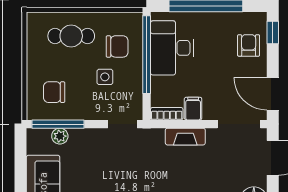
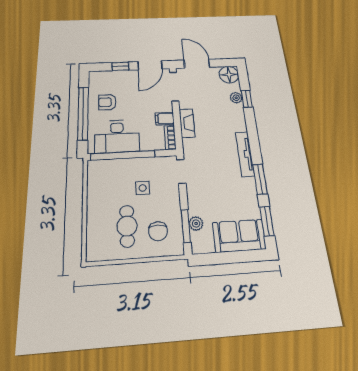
window: (273, 33) -> (120, 66), moved
cafe table: (71, 36) -> (127, 226), moved
armchair: (249, 45) -> (107, 102), moved
chair: (117, 46) -> (116, 179), removed
window: (58, 124) -> (186, 226), width x0.69

